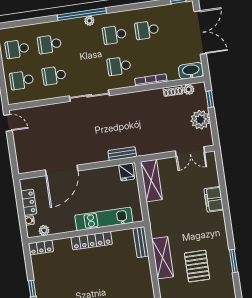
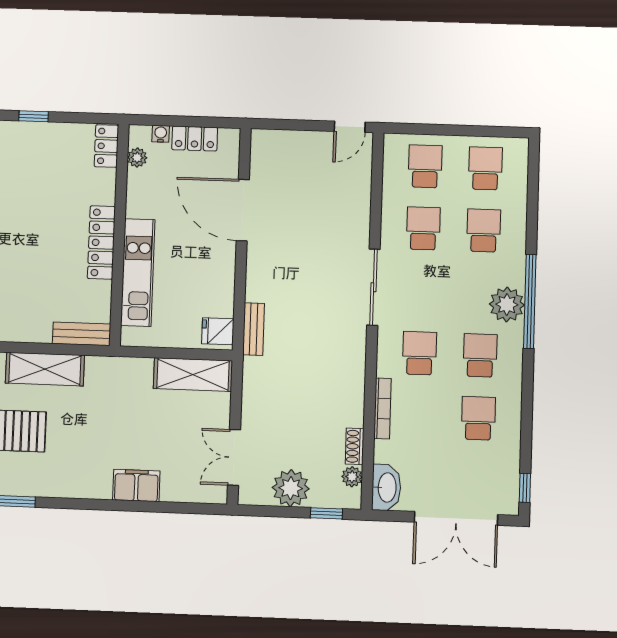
plant: (89, 21) -> (507, 305), width x1.87, depth x1.87

